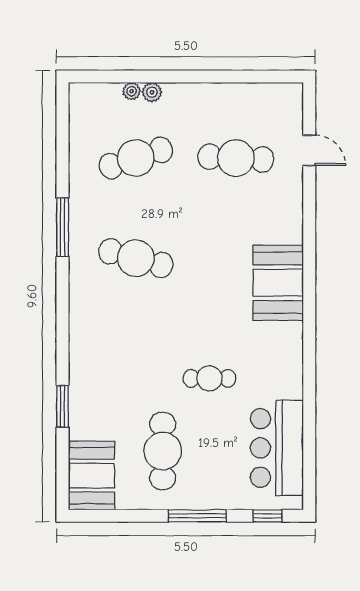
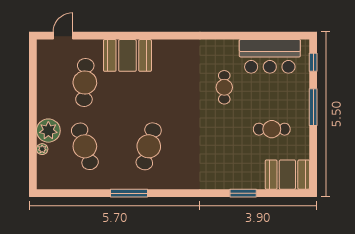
plant: (152, 92) -> (48, 131), width x1.88, depth x1.88
door: (309, 150) -> (63, 36), moved
booth: (278, 283) -> (127, 55), moved
cafe table: (209, 378) -> (224, 87), moved
cafe table: (163, 451) -> (272, 129), width x0.73, depth x0.74

